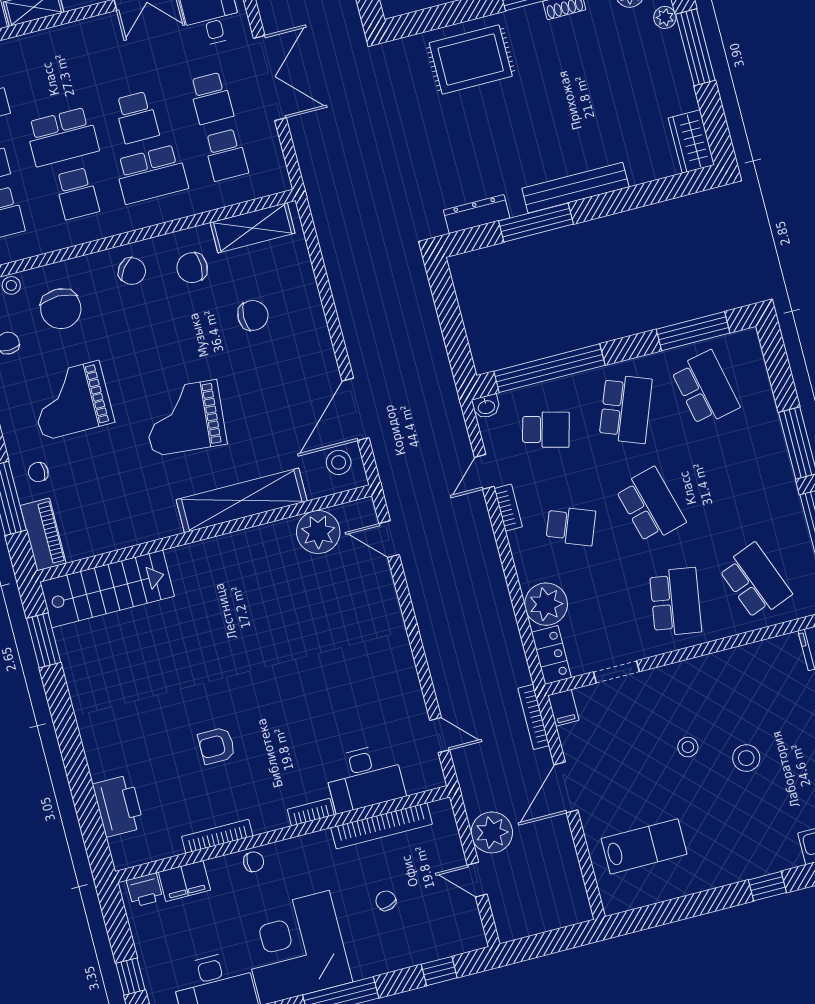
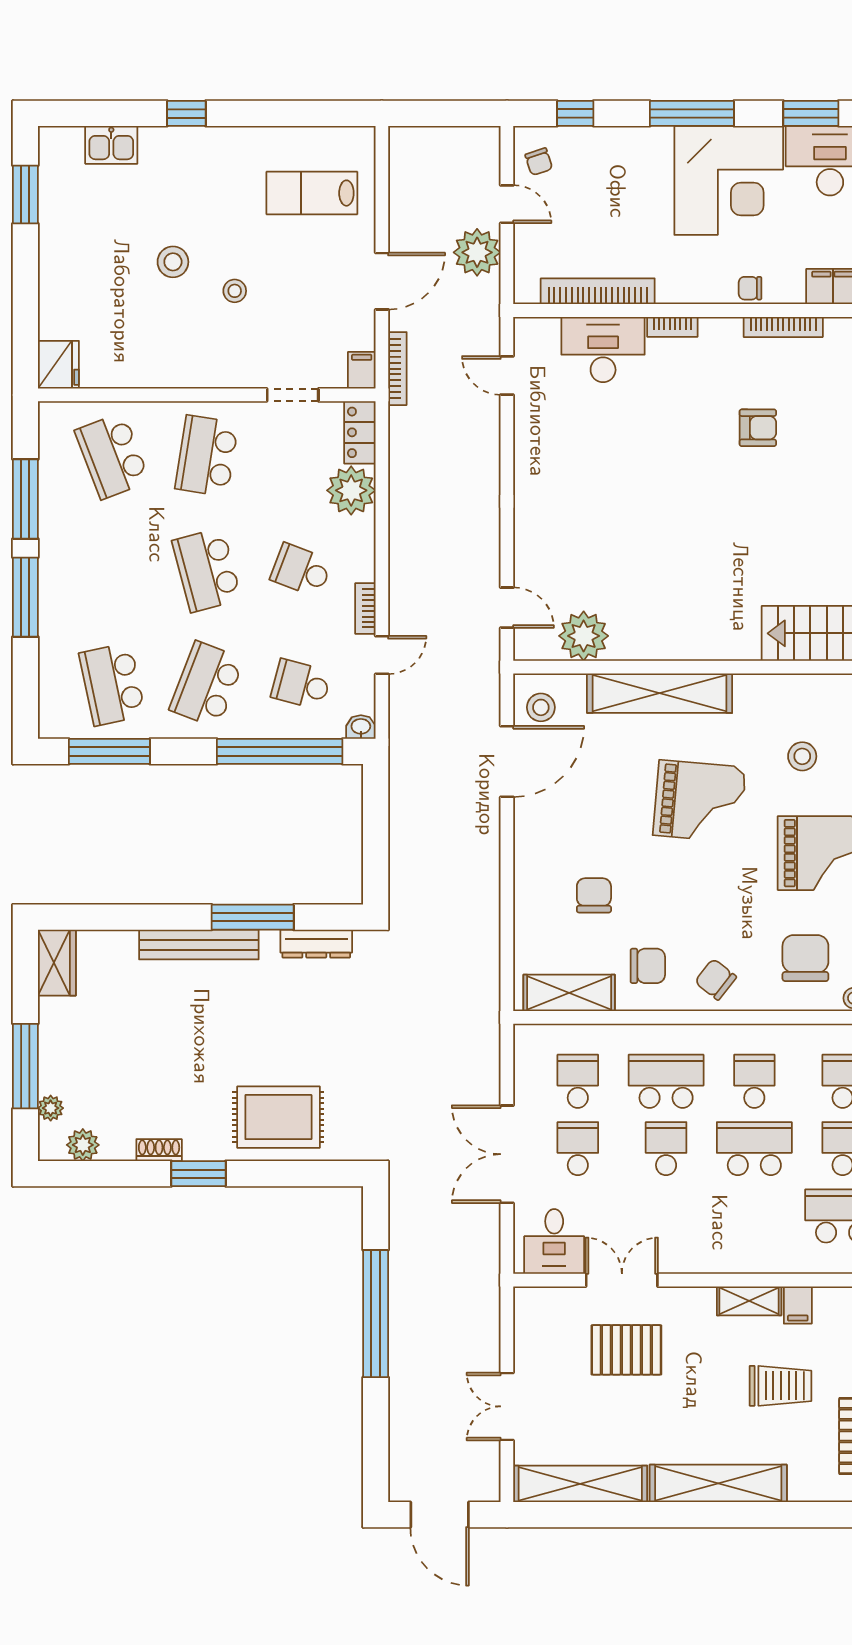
chair: (253, 315) -> (594, 895), turned 90
stool: (107, 478) -> (802, 756), added
chair: (386, 901) -> (539, 162), moved

